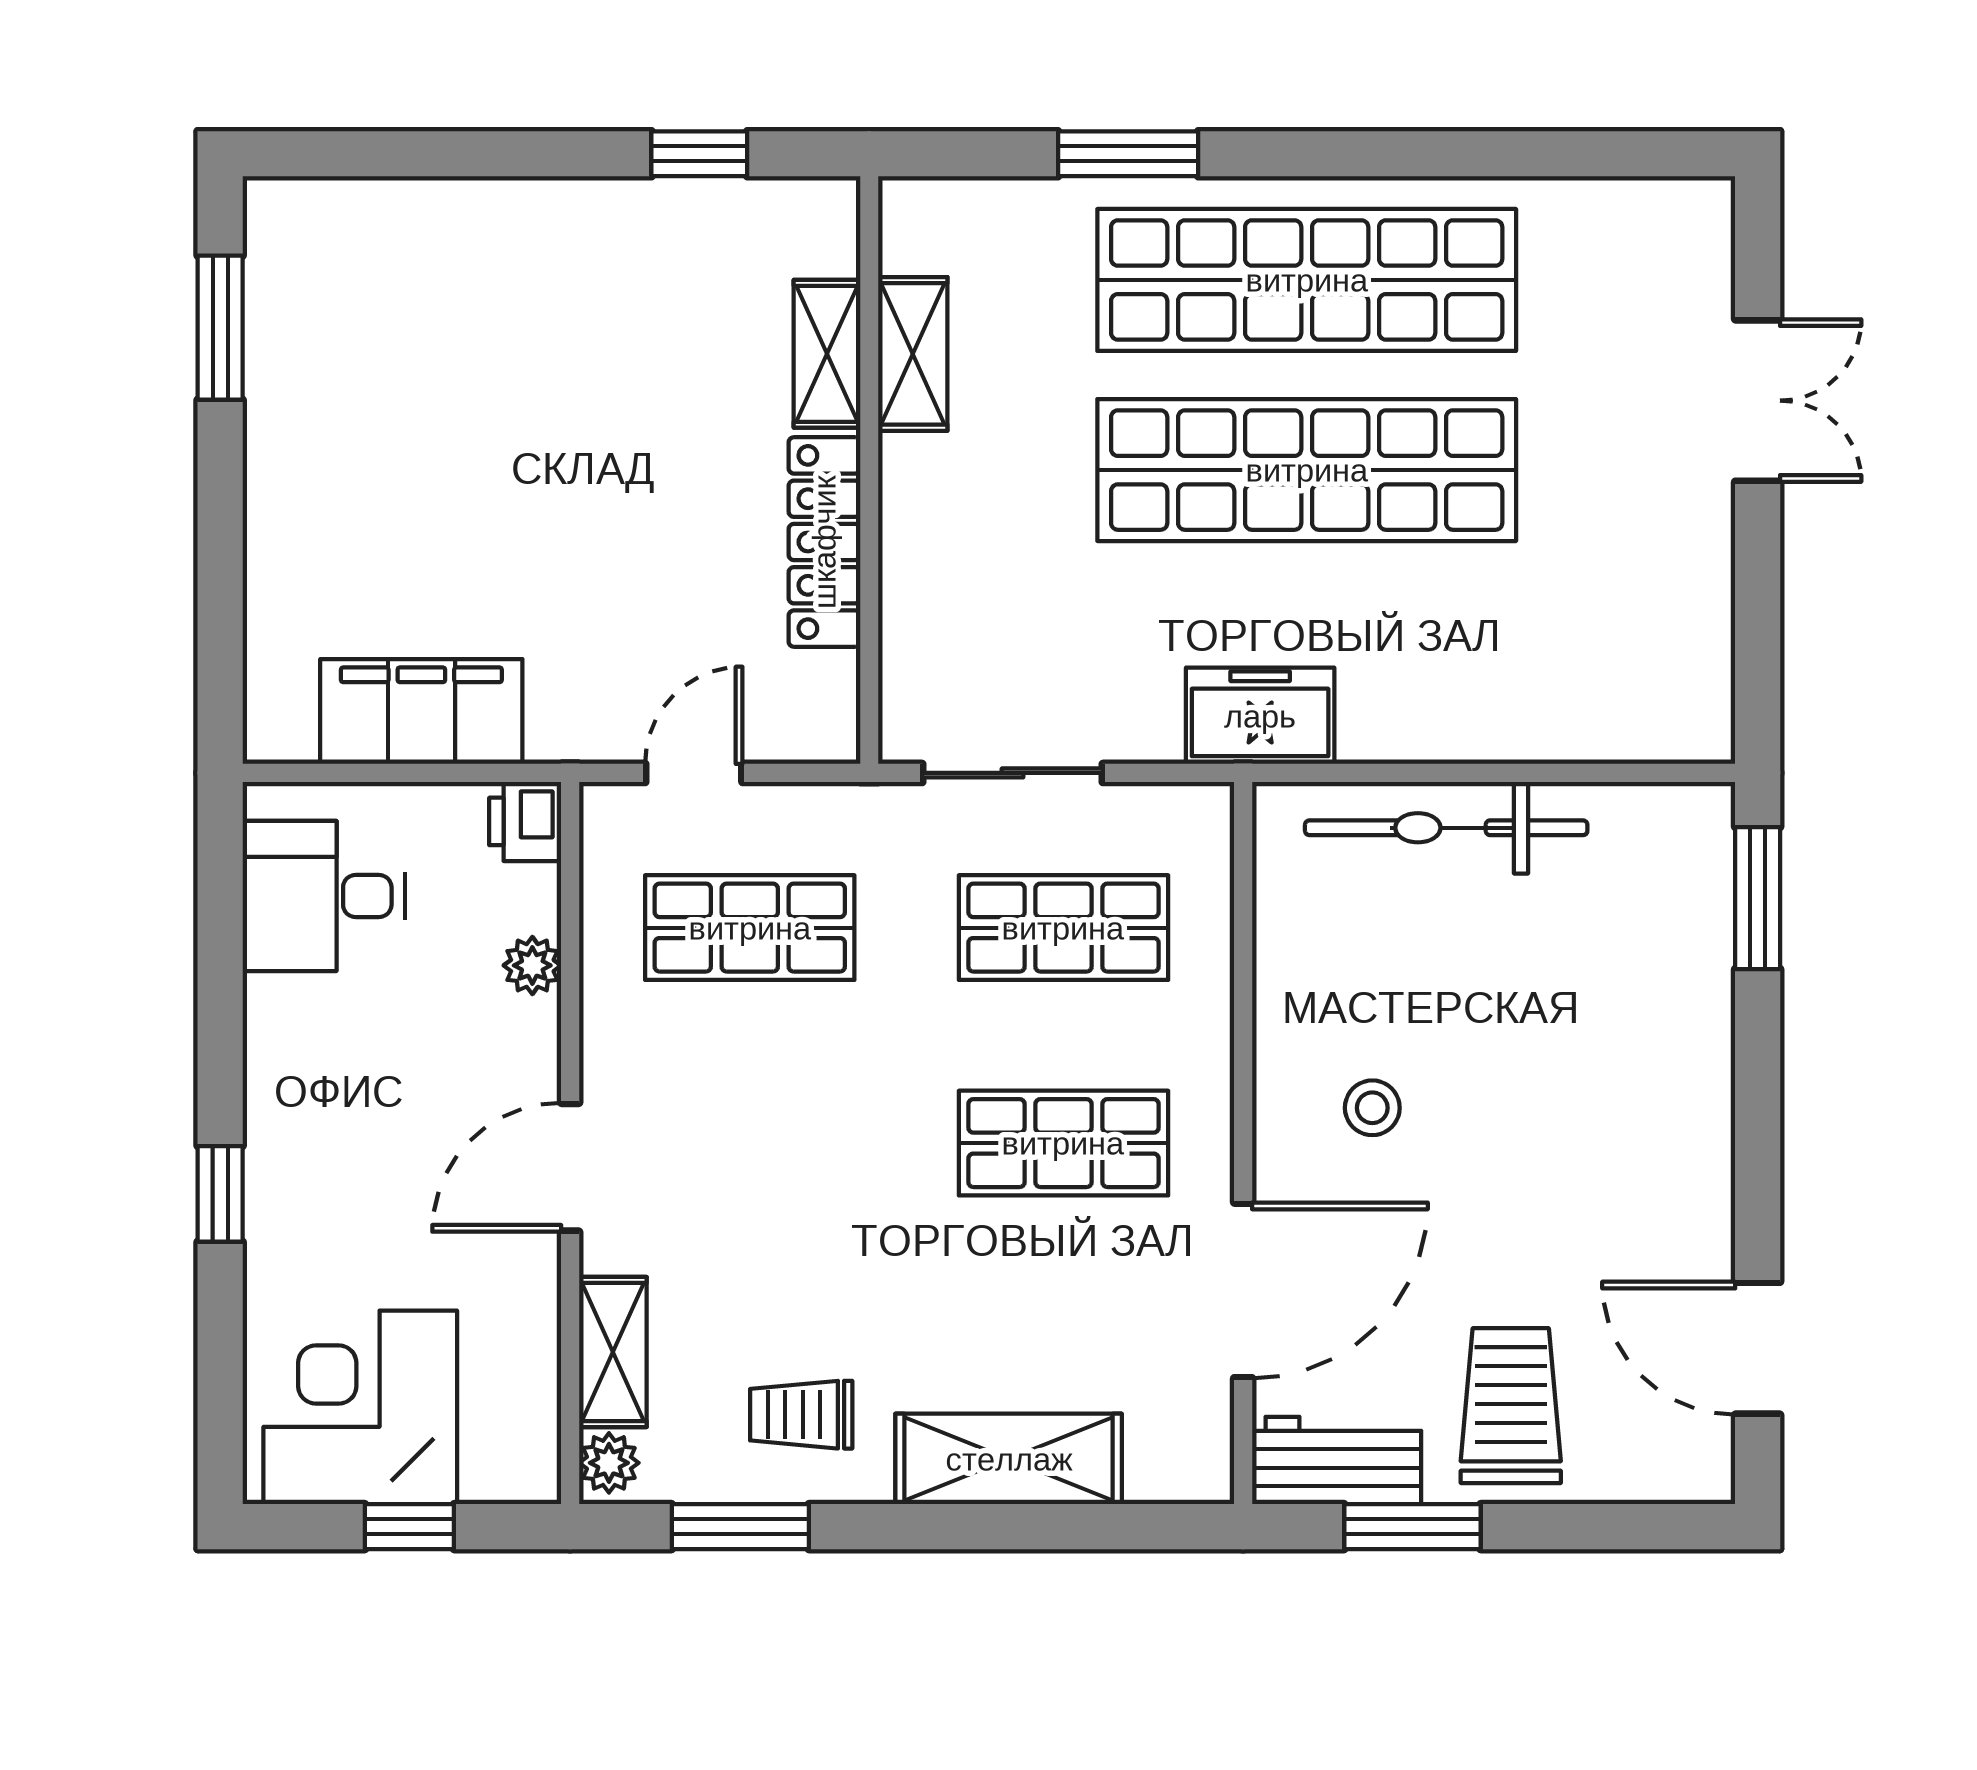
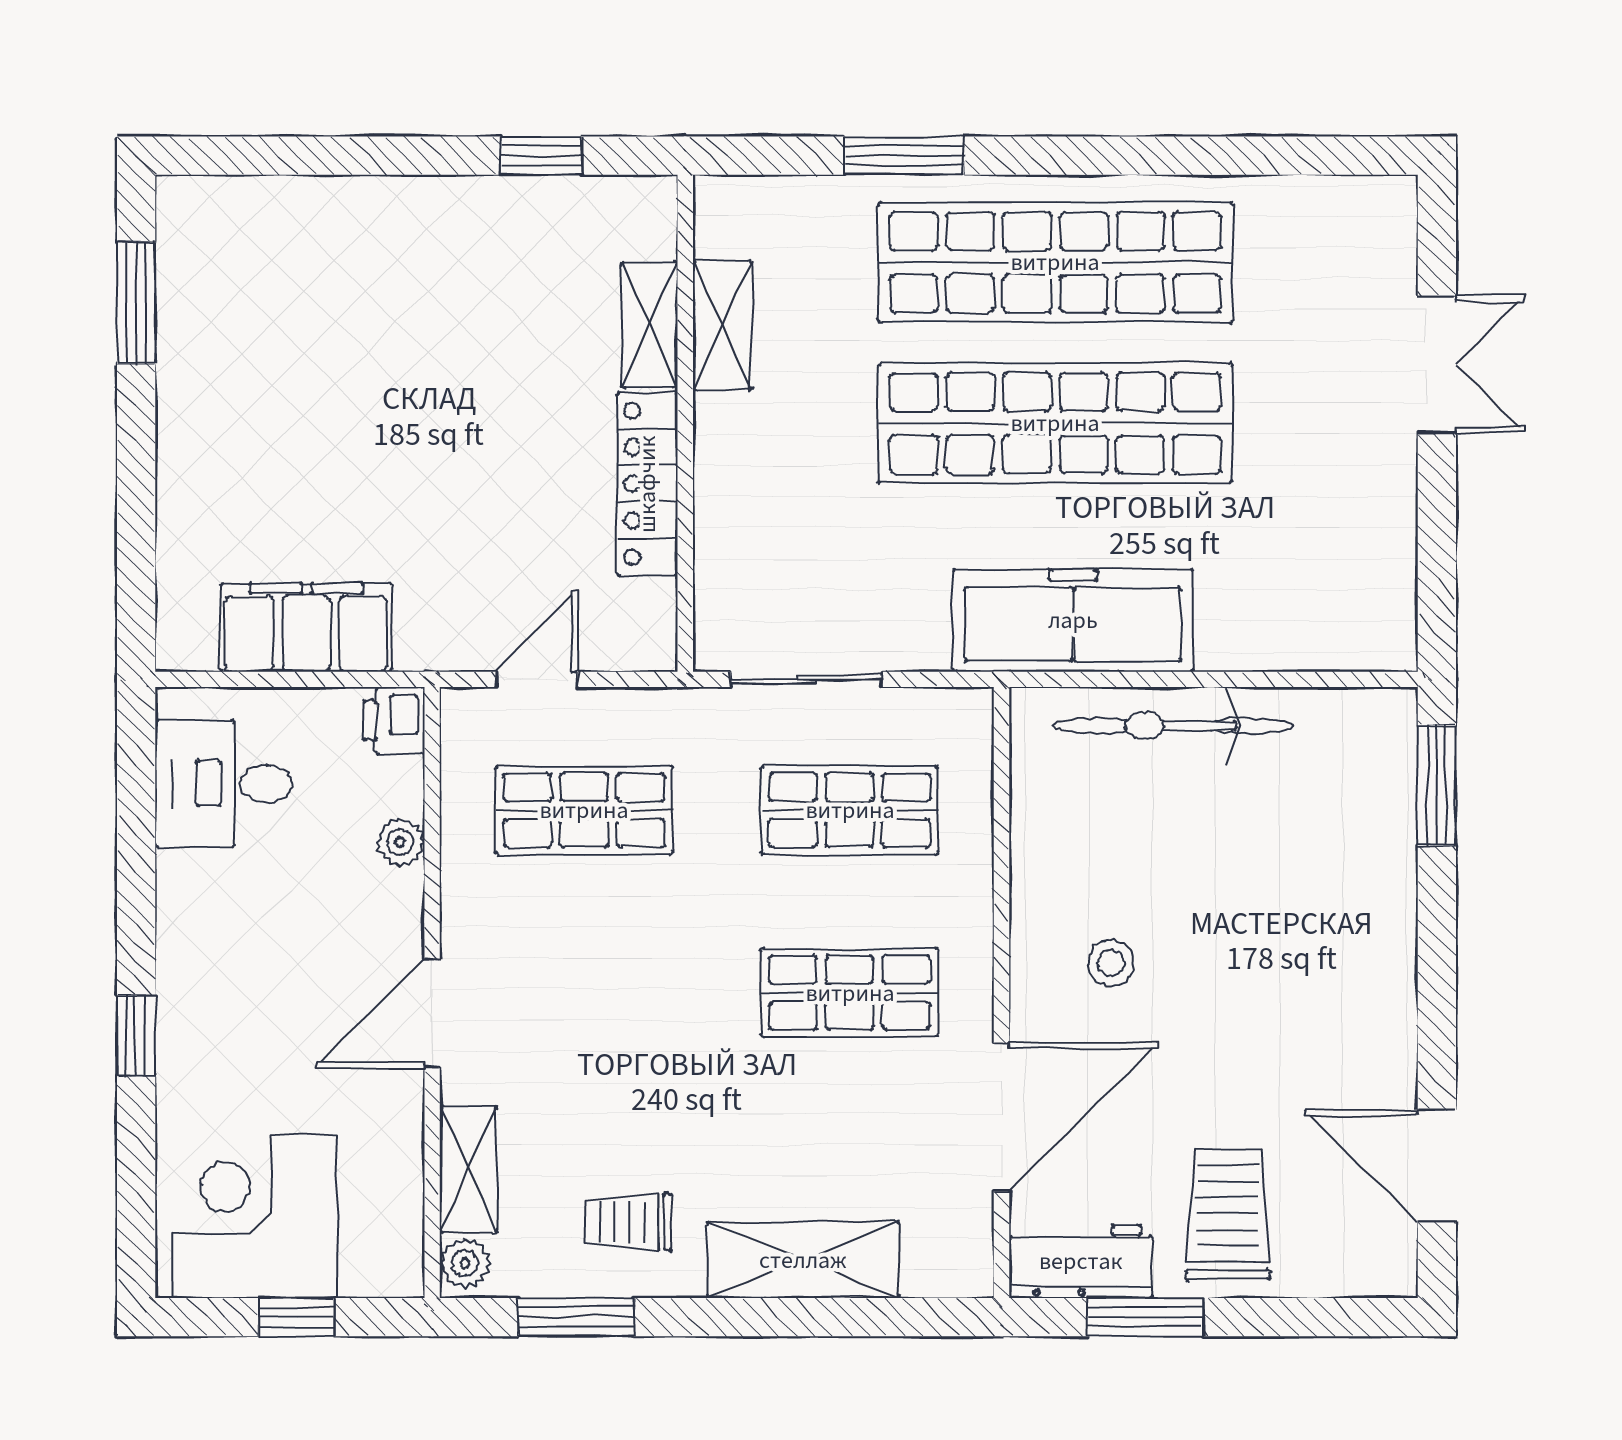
freezer: (1260, 716) -> (1073, 620), width x1.91, depth x1.26

